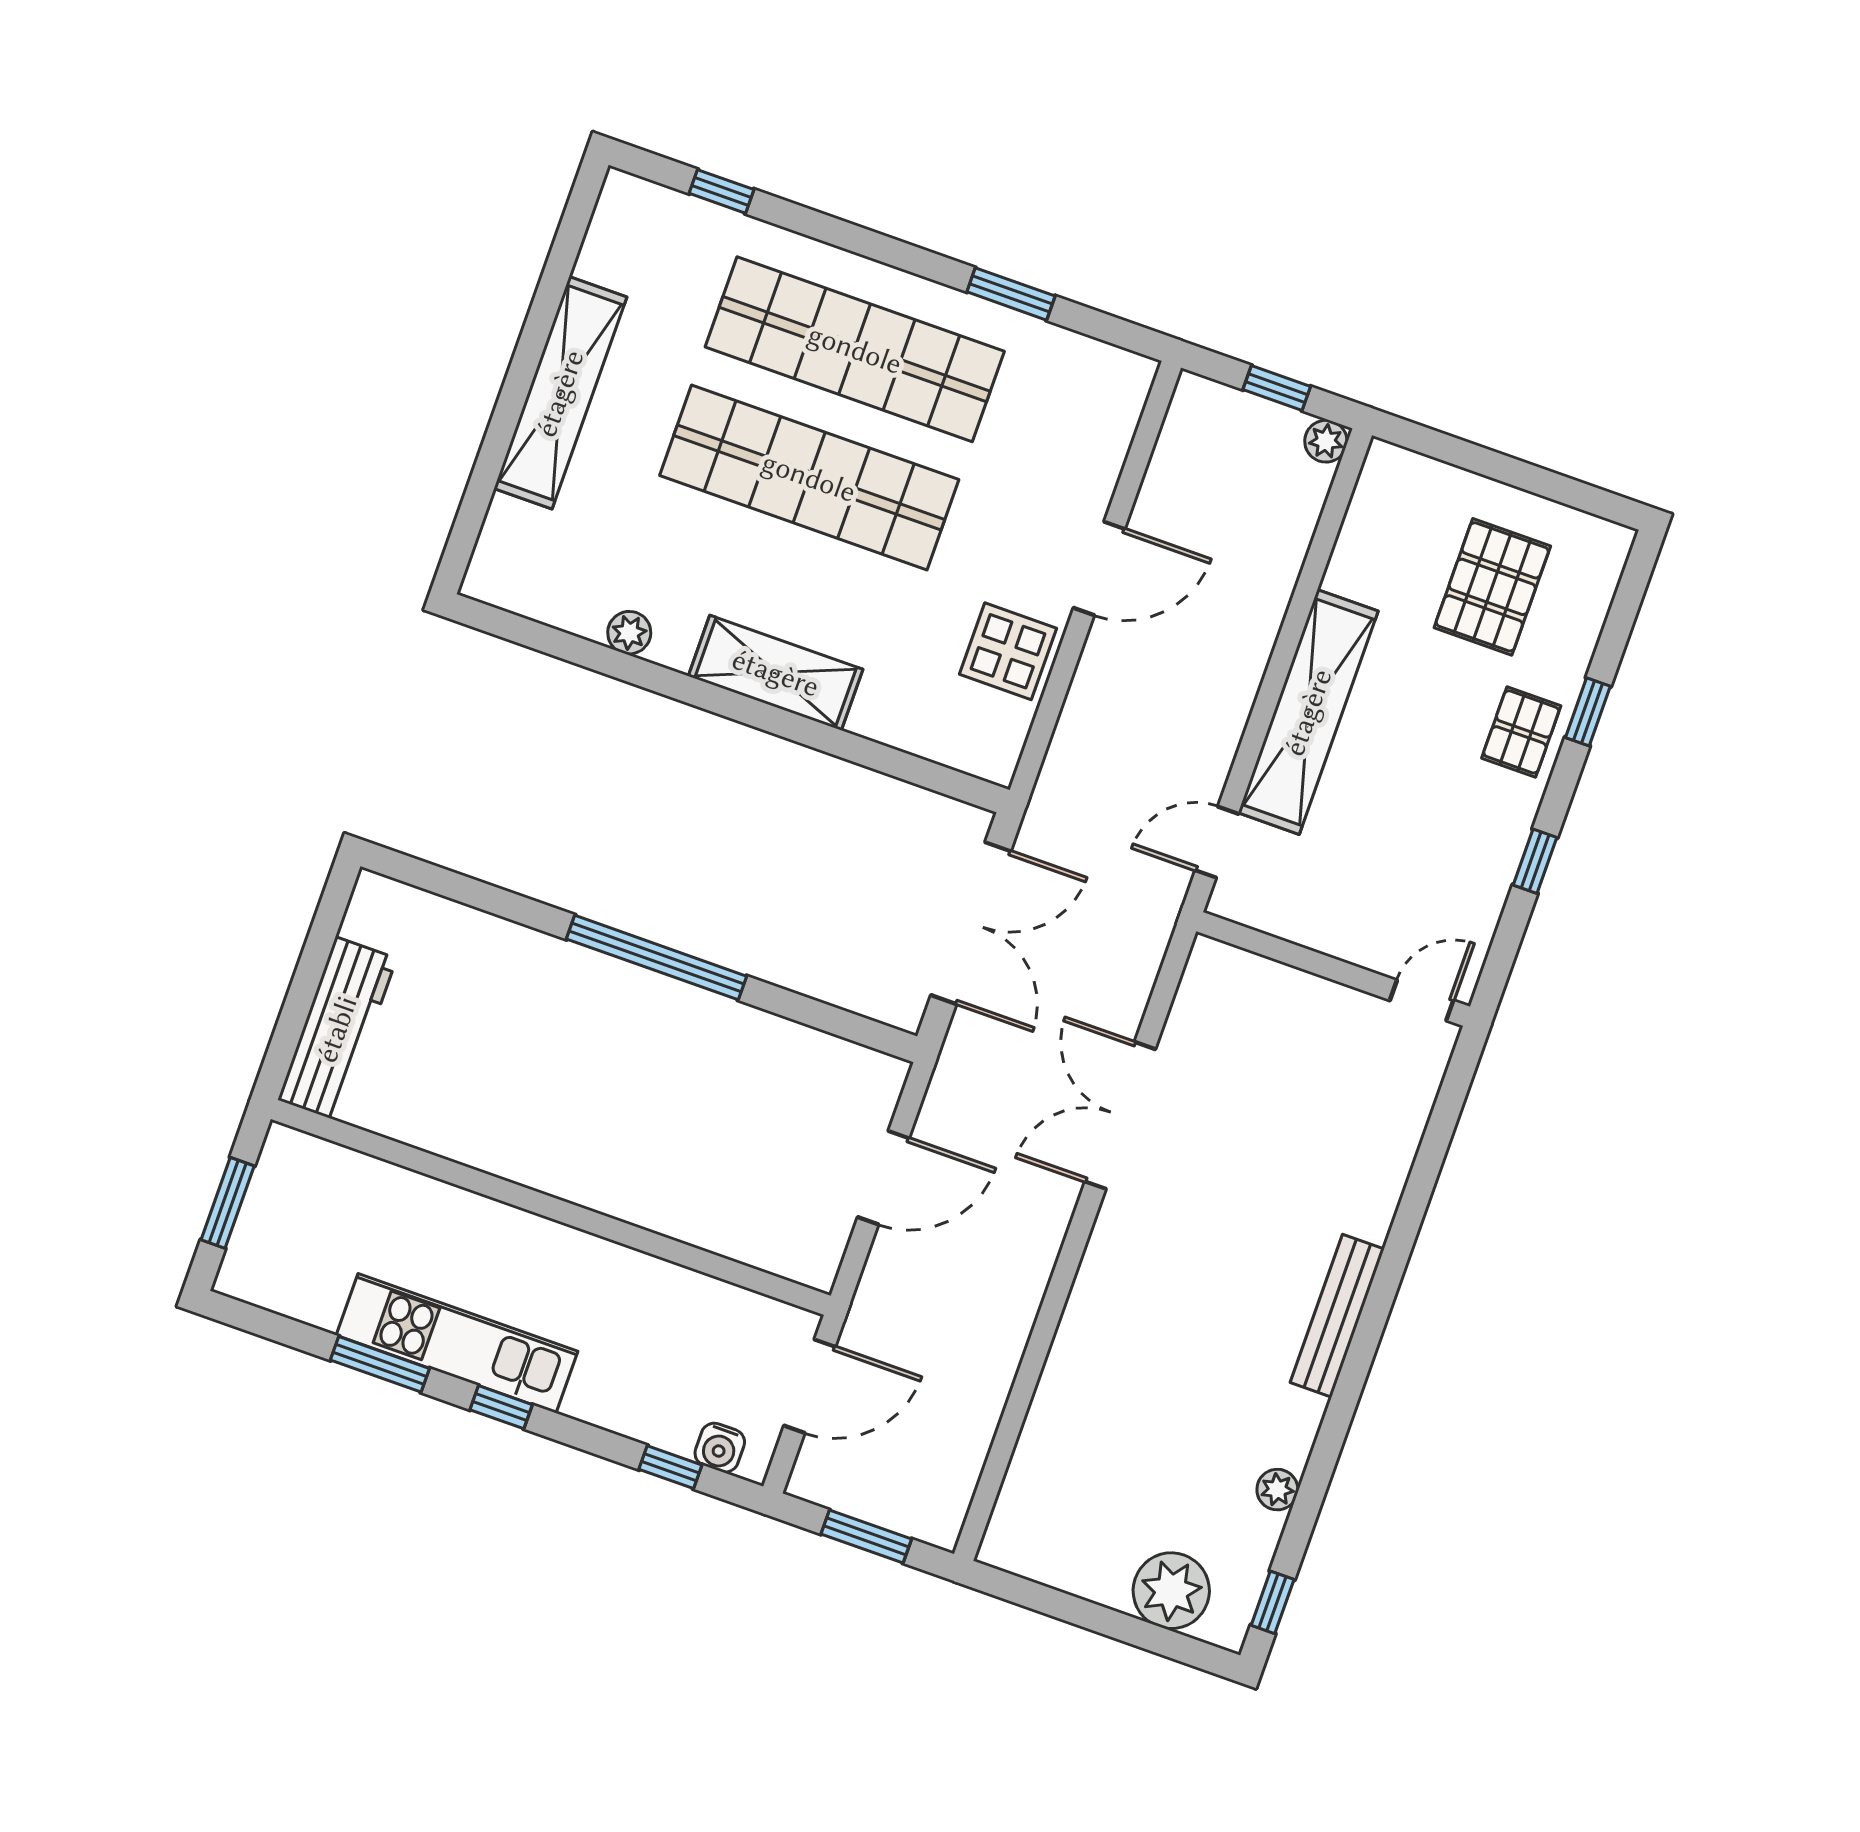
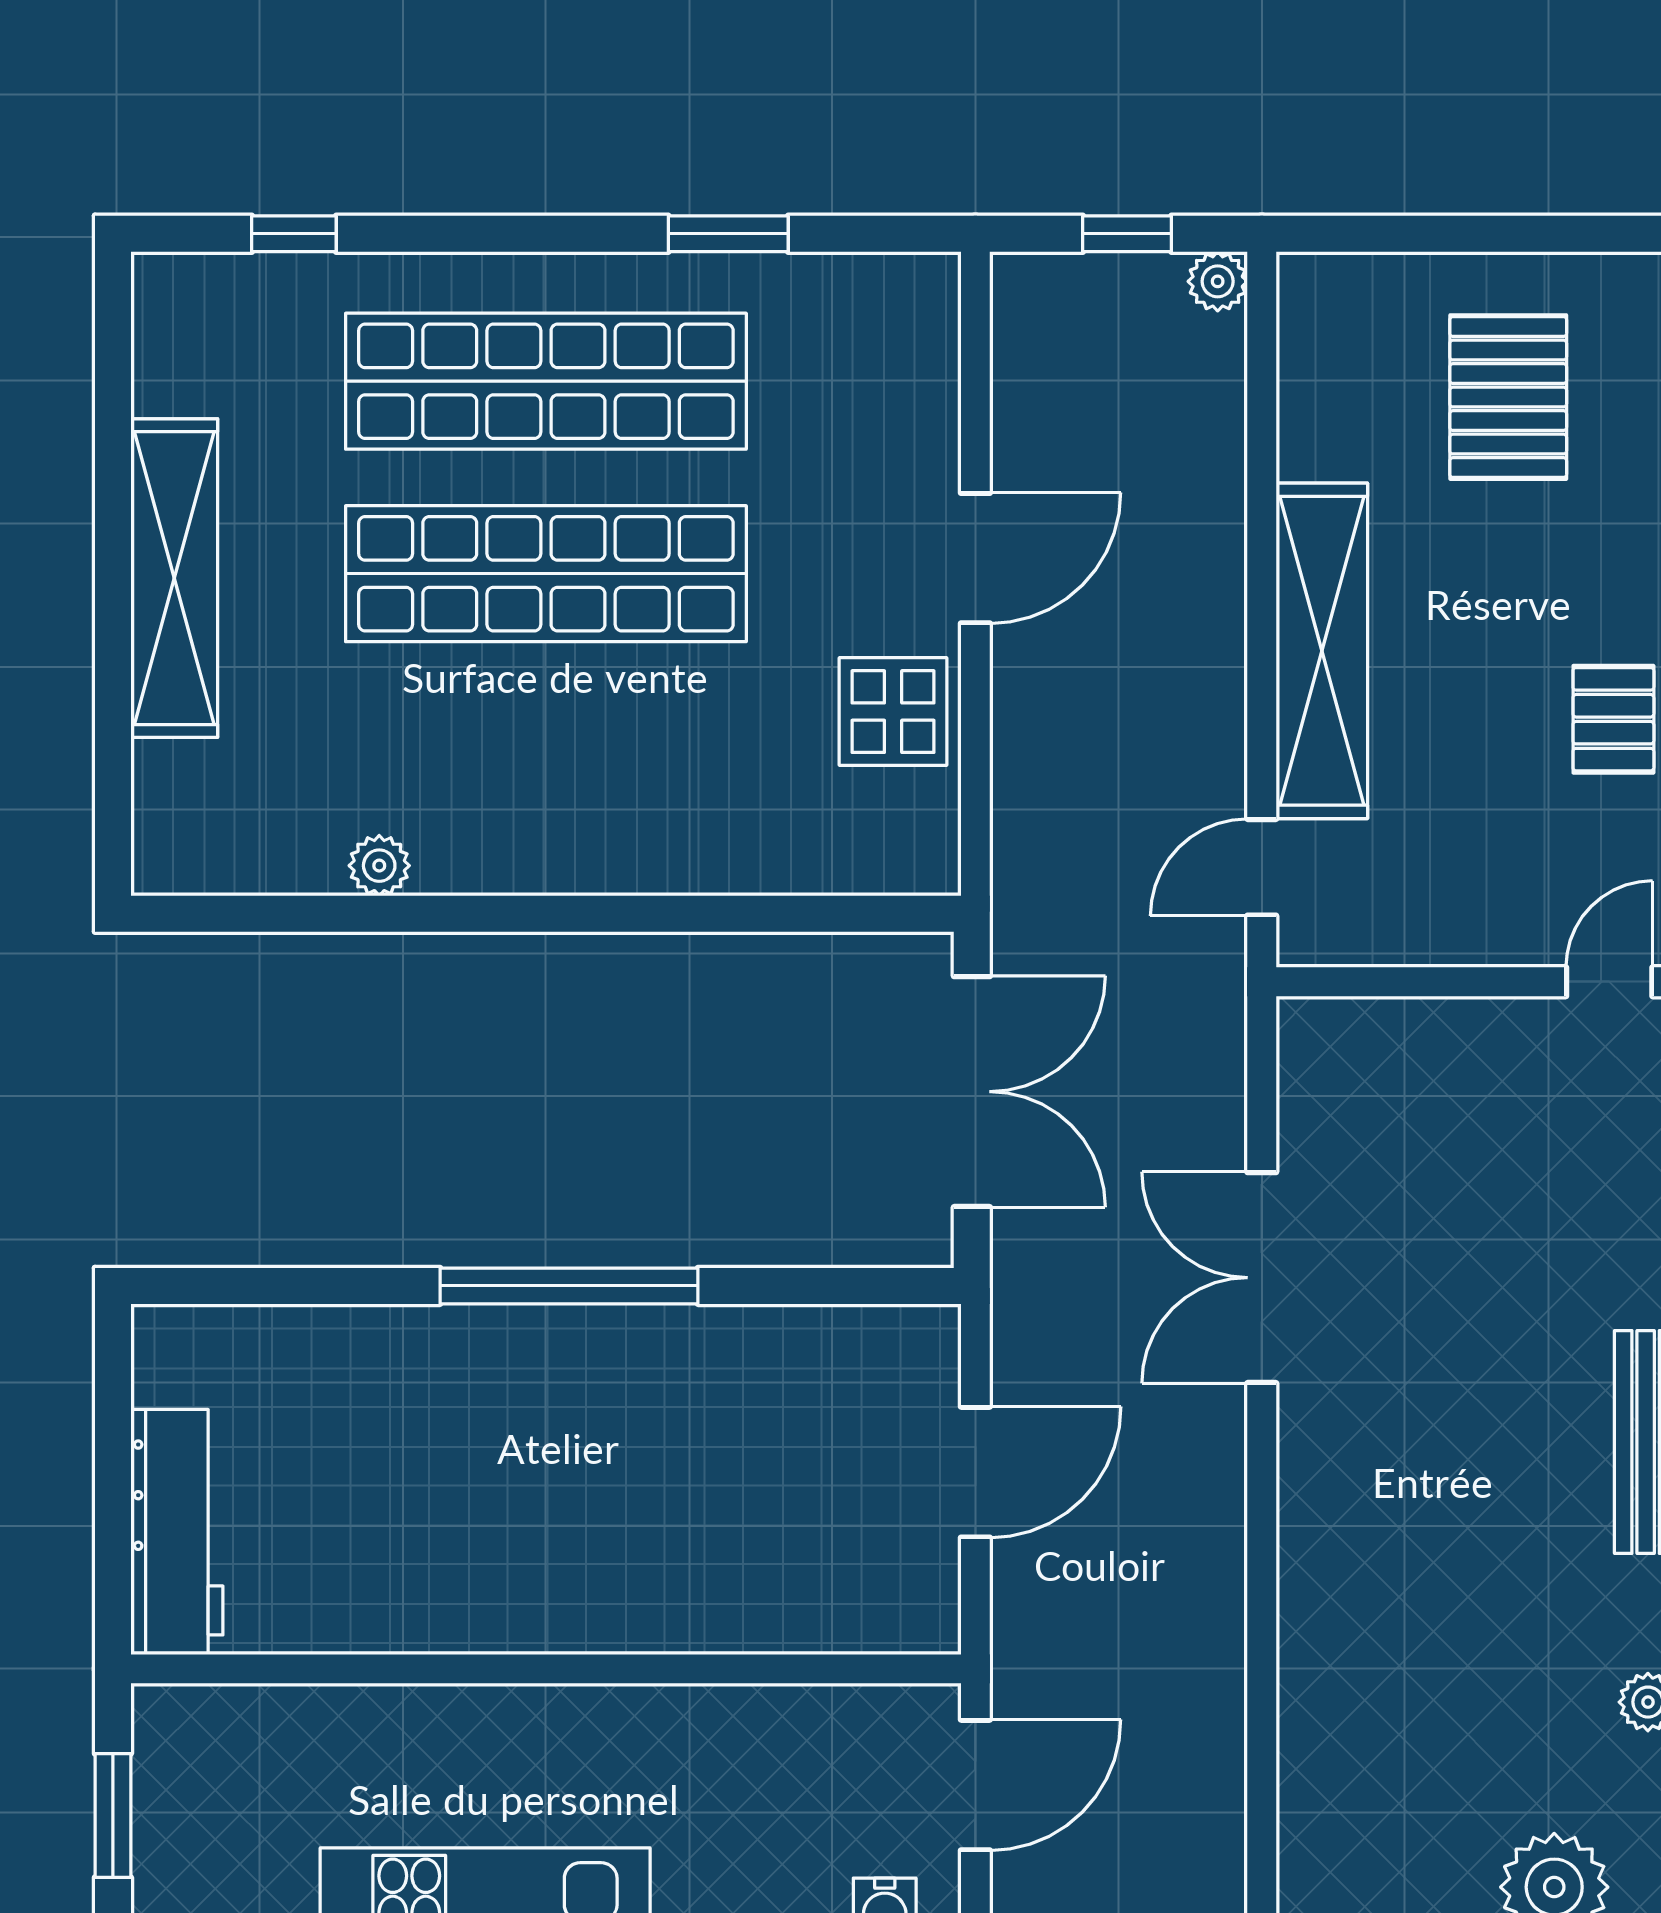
shelving: (776, 673) -> (593, 850), removed
pallet: (1521, 732) -> (1613, 719), moved

